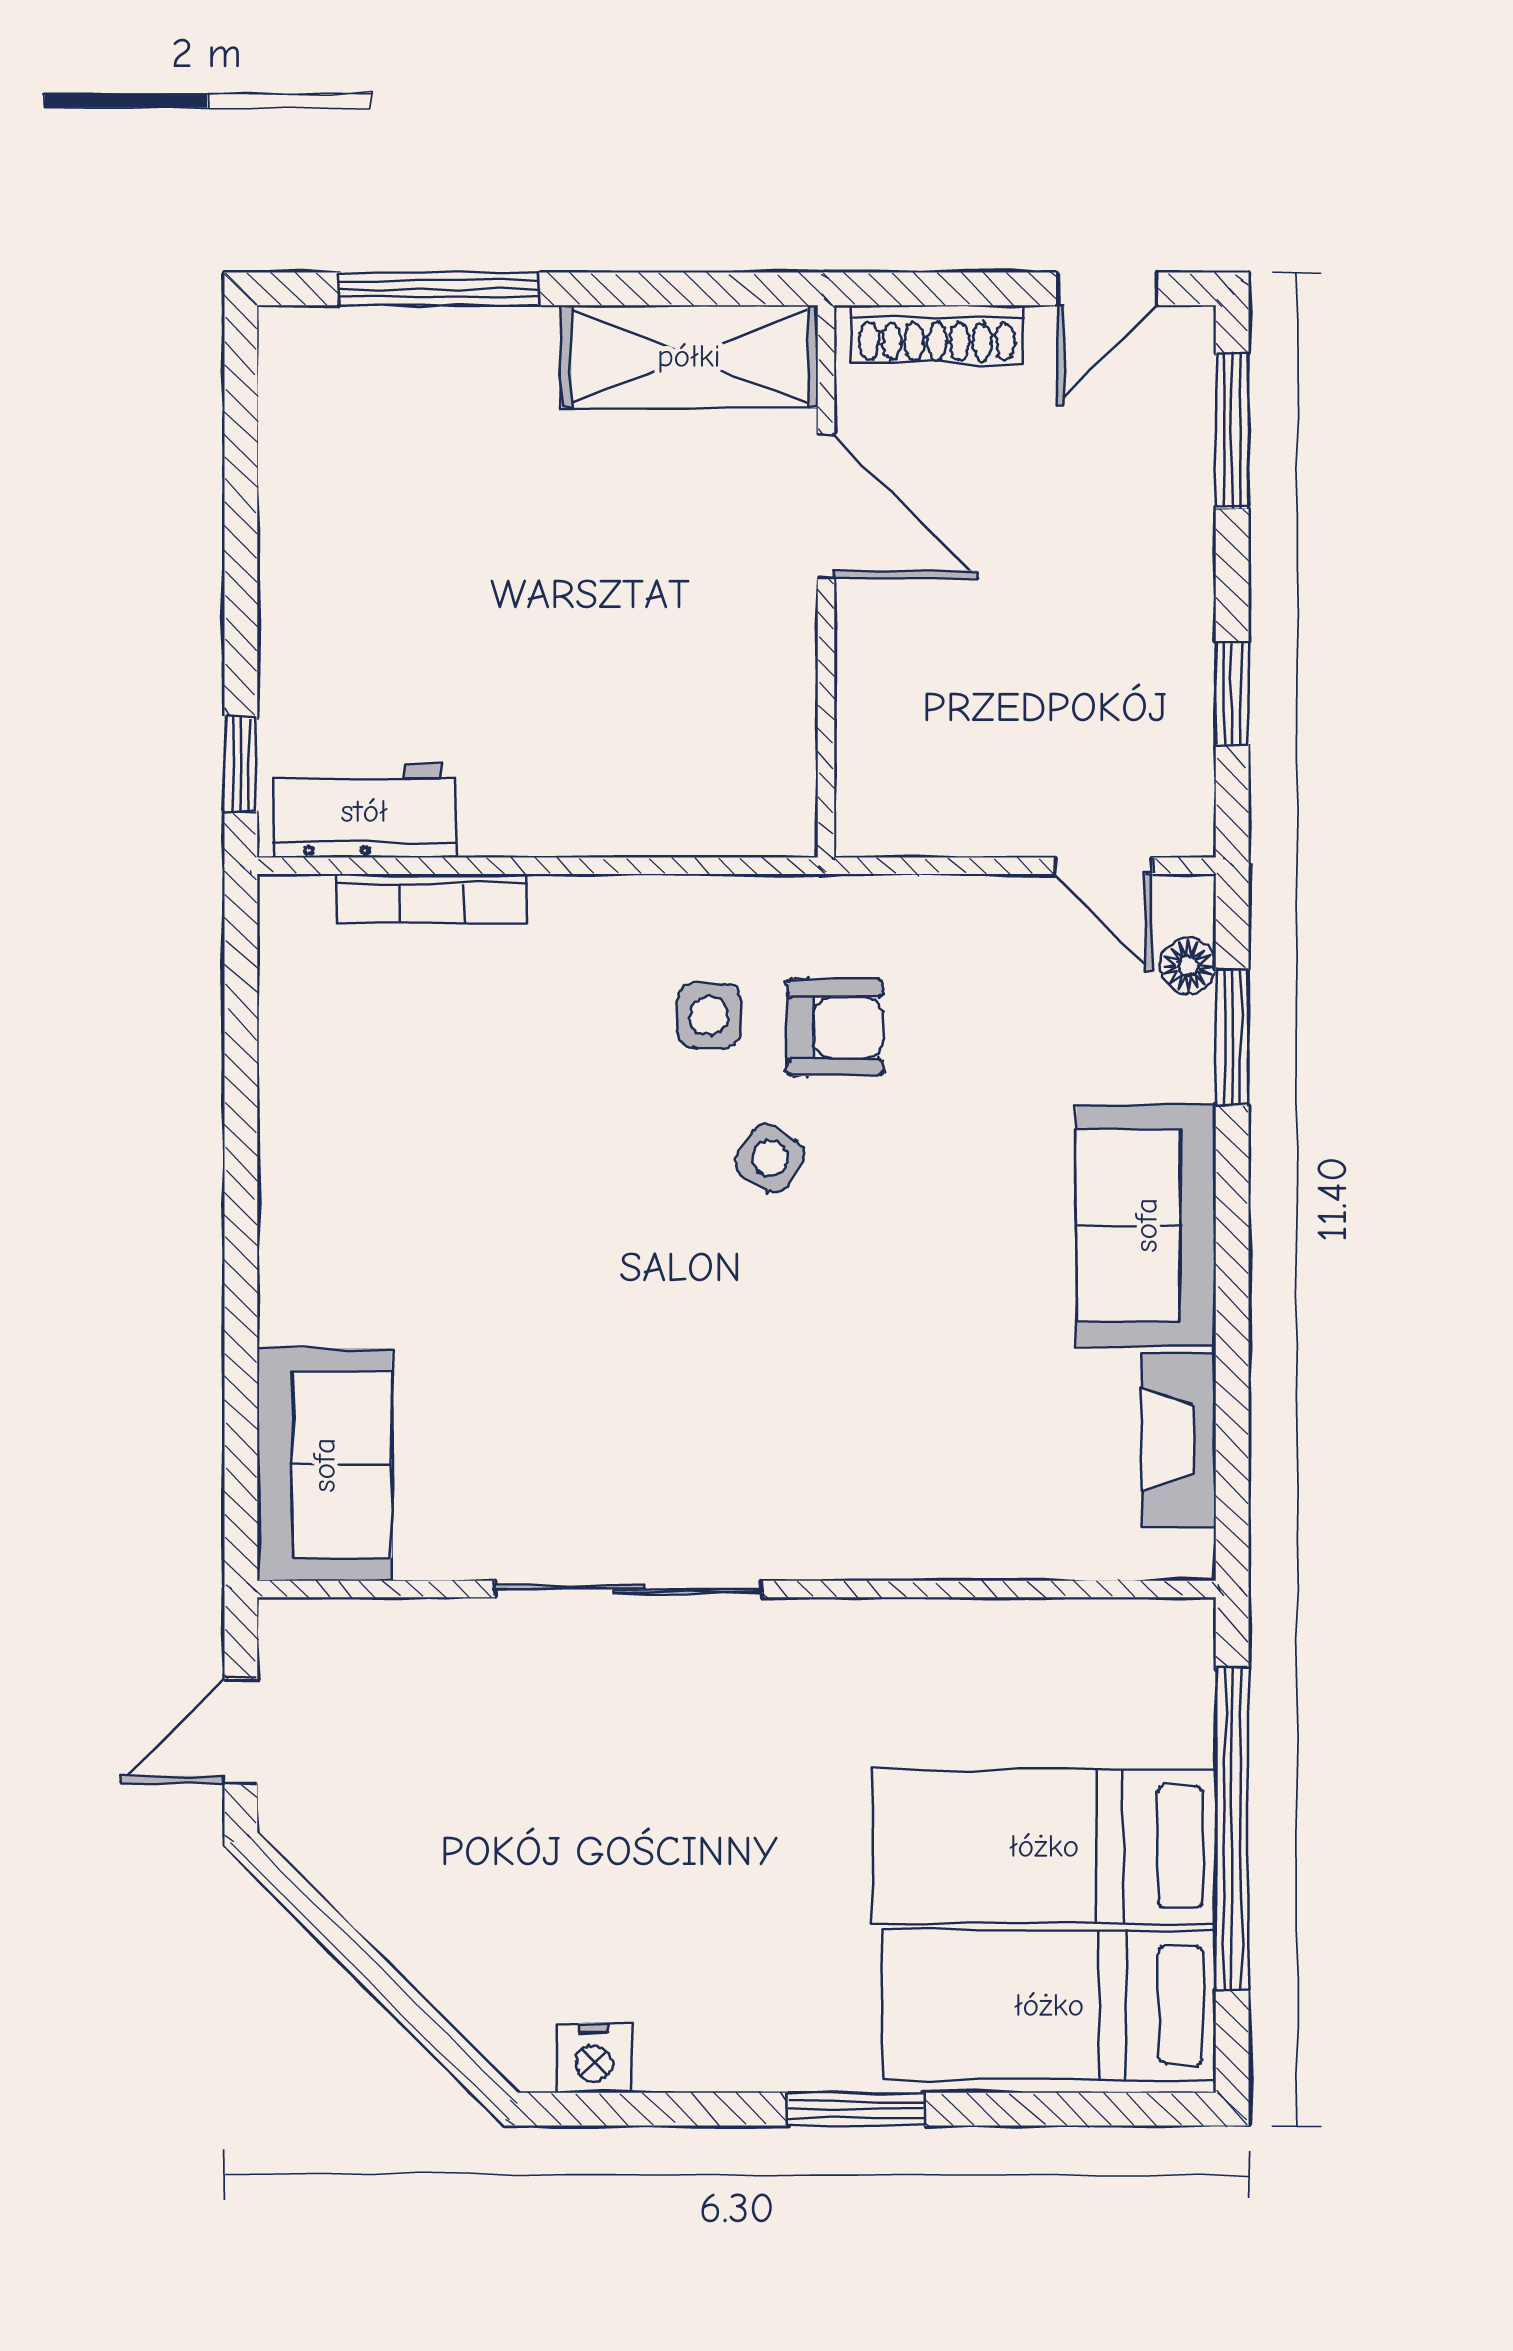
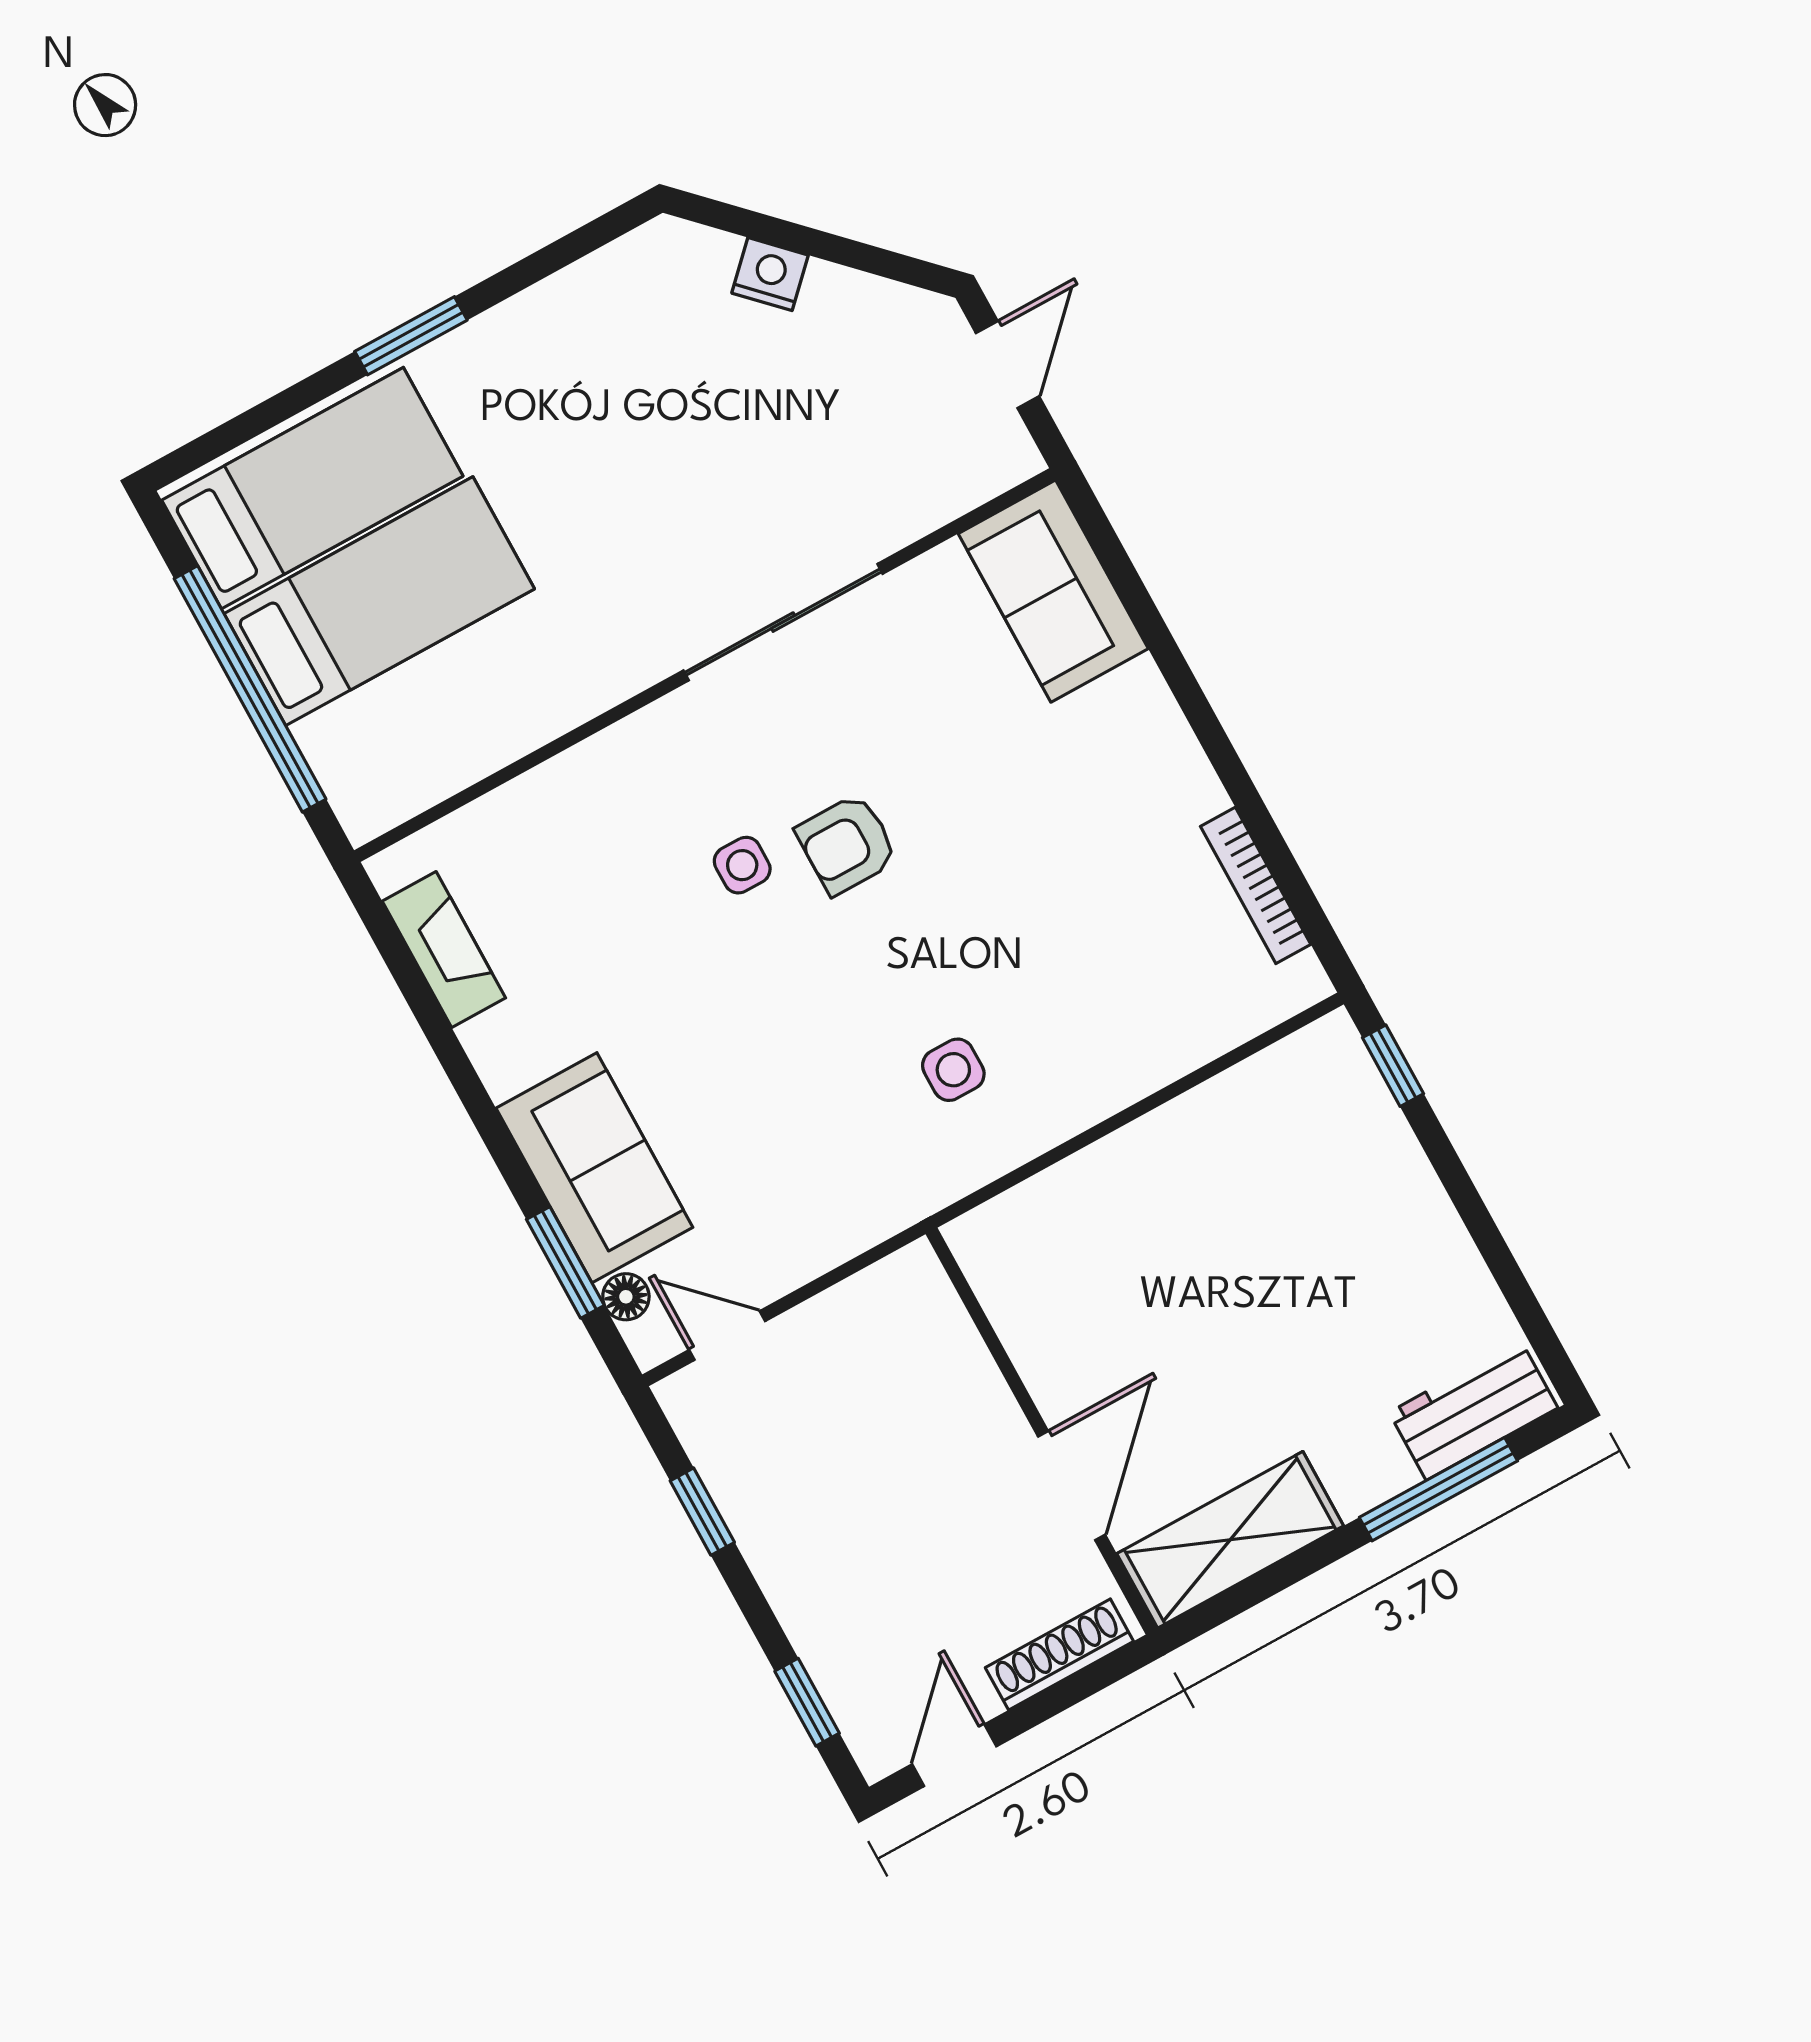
window: (1232, 431) -> (807, 1702), width x0.67
door: (826, 506) -> (1072, 1486), swing flipped
workbench: (364, 811) -> (1473, 1410), moved, turned 180
bookcase: (432, 898) -> (1256, 885), moved, turned -90
armchair: (835, 1027) -> (847, 844), moved
side table: (770, 1158) -> (742, 865), moved, turned -32
sofa: (1146, 1225) -> (594, 1168), moved
nightstand: (594, 2058) -> (770, 274), moved, turned 45

